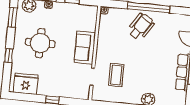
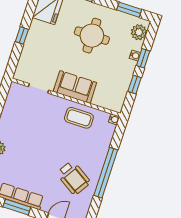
wheelchair: (141, 27) -> (74, 178), moved
coffee table: (116, 75) -> (79, 118), moved

